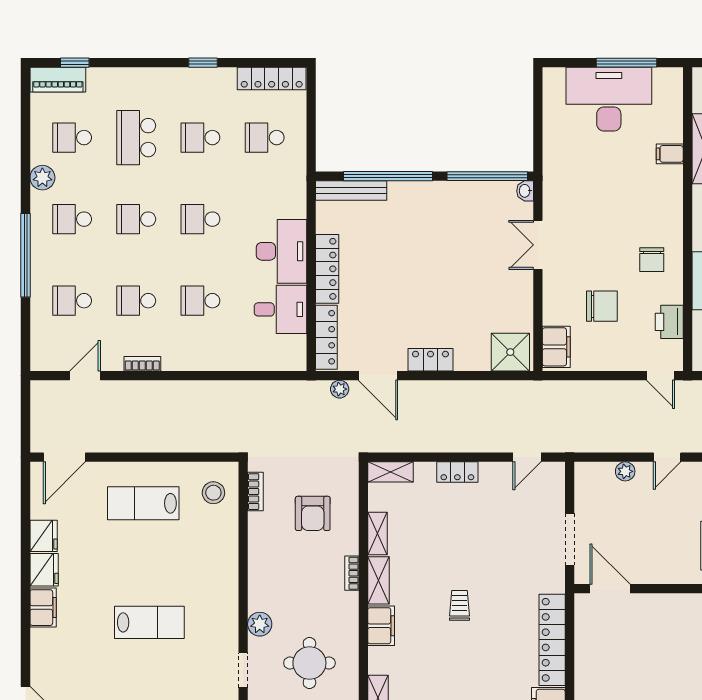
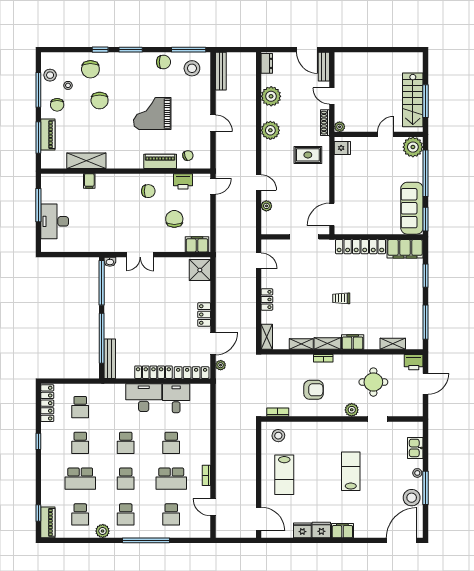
desk: (609, 99) -> (55, 221), width x0.73, depth x0.77
school desk: (136, 301) -> (171, 479), width x1.85
armchair: (313, 513) -> (314, 390), moved

